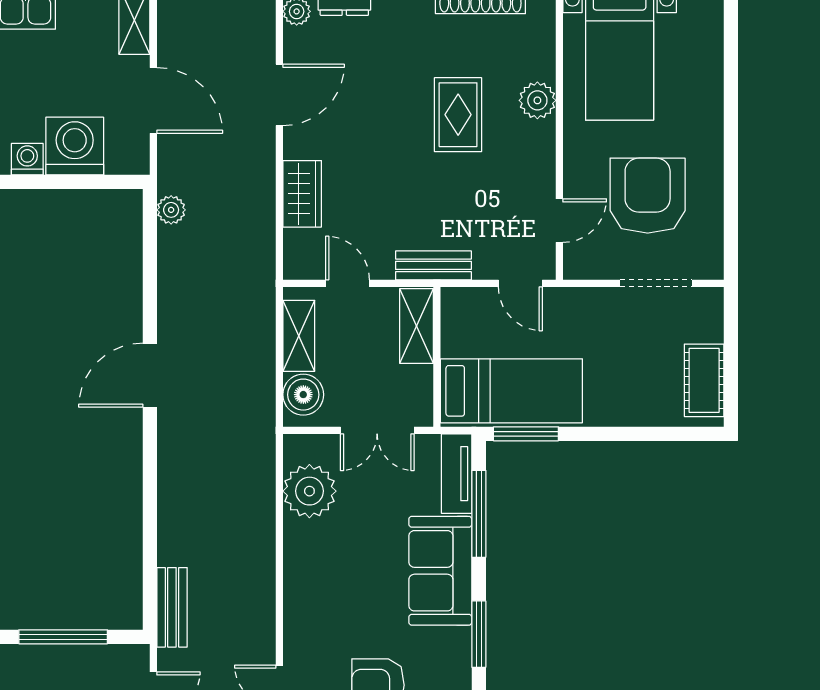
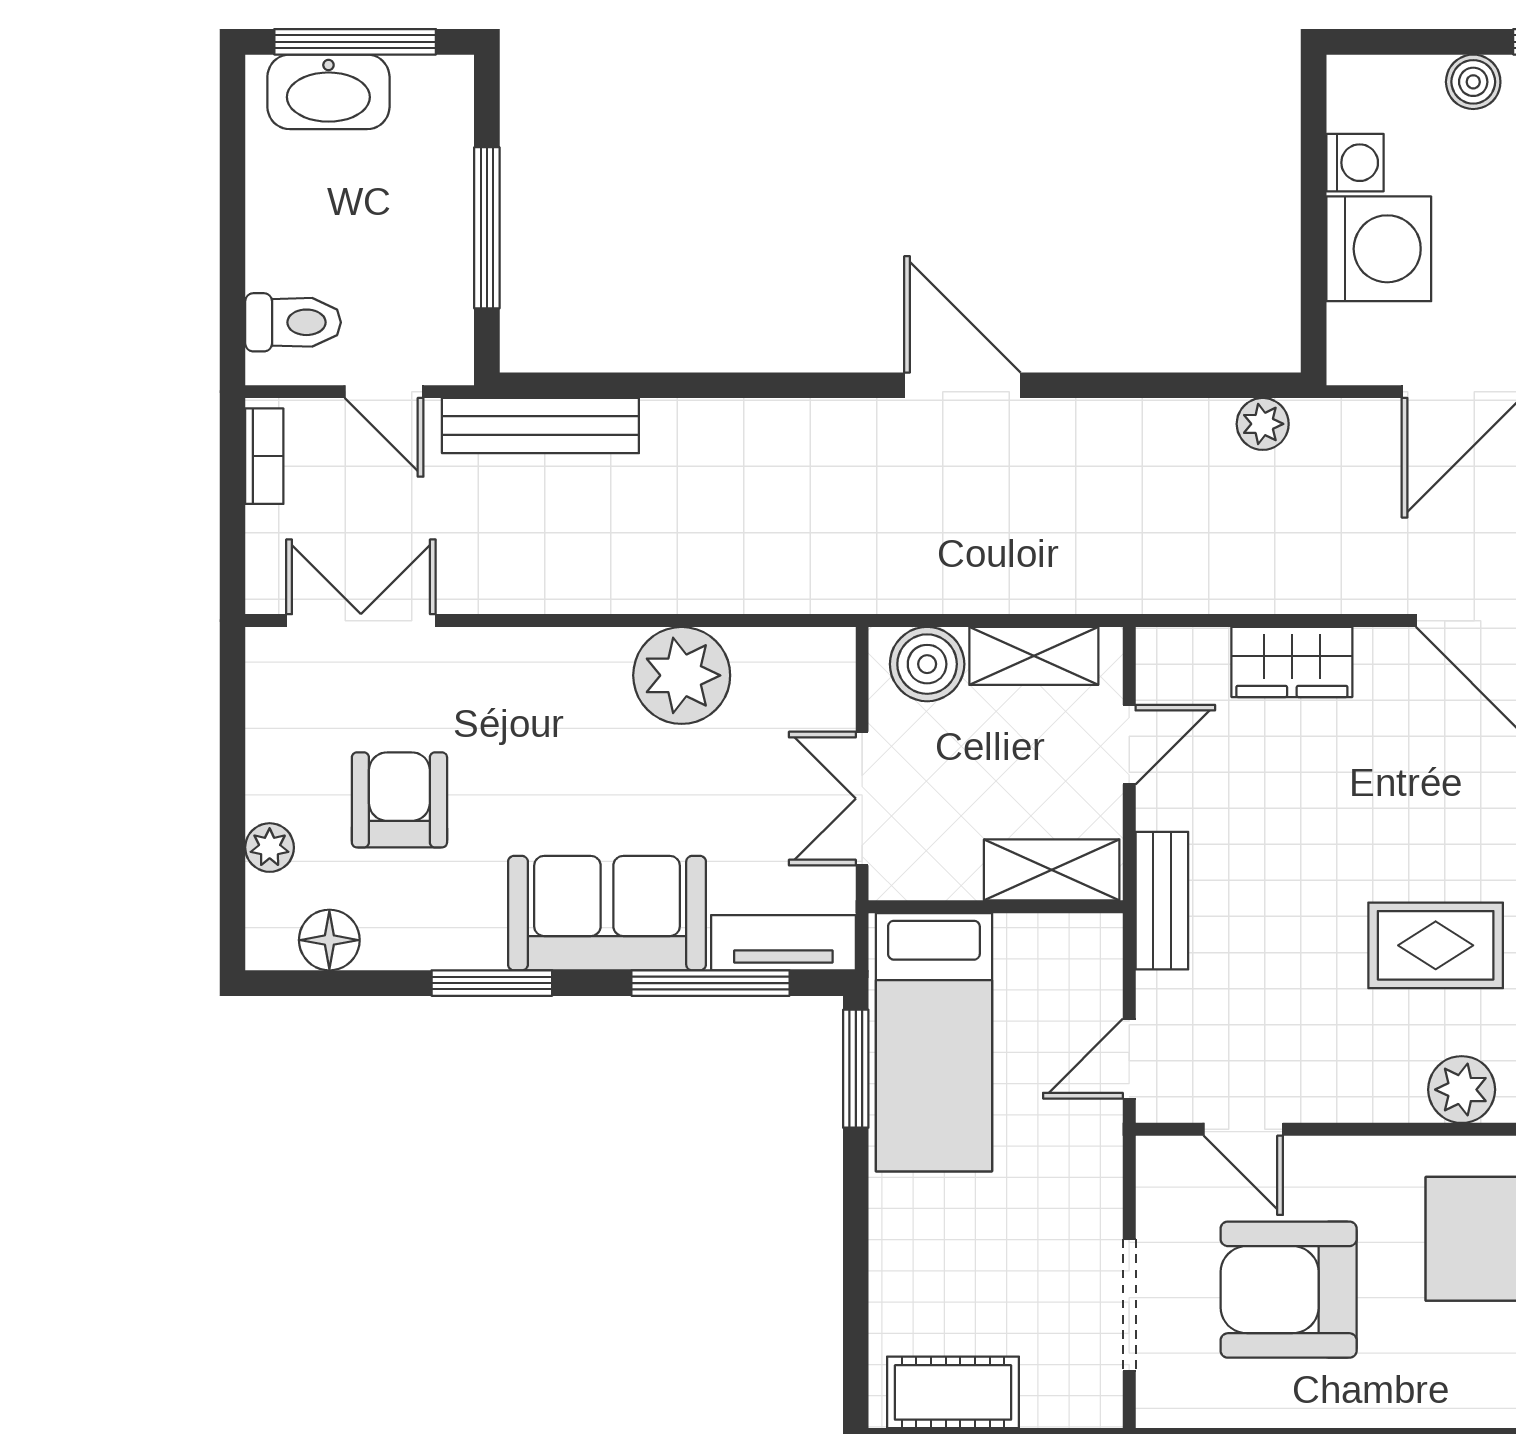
armchair: (648, 196) -> (1289, 1290), turned 180
plant: (309, 491) -> (682, 675), moved
bench: (172, 607) -> (540, 426), width x1.36

